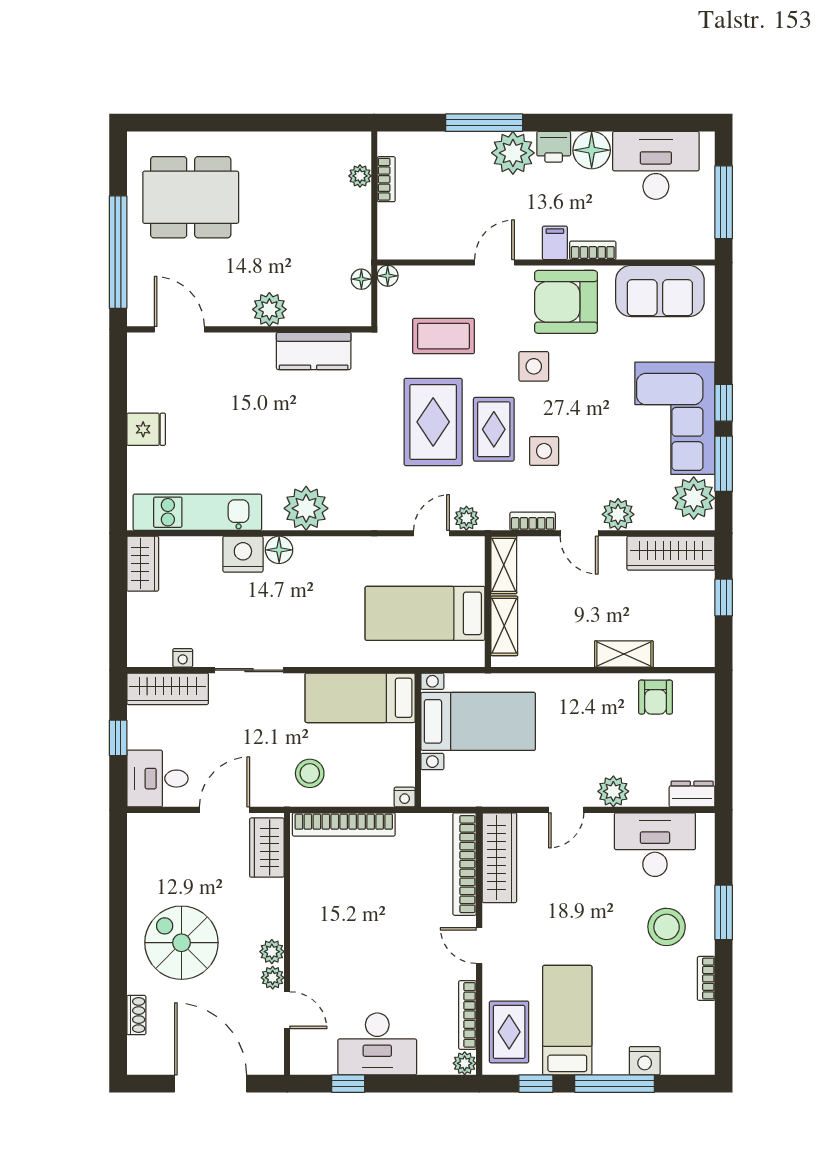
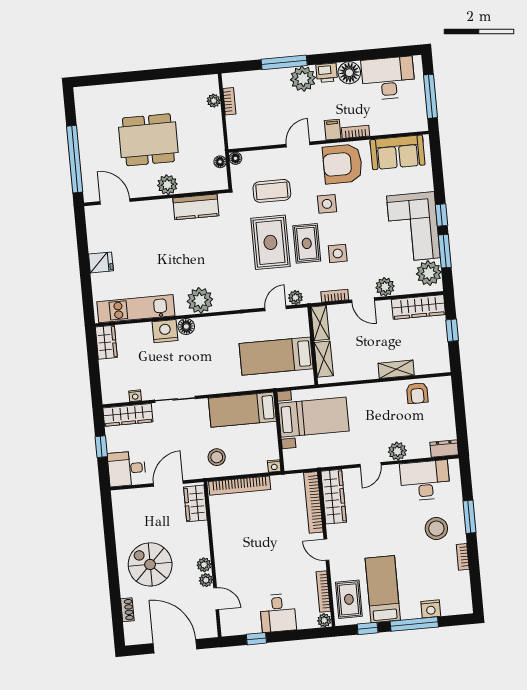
dining table: (191, 197) -> (148, 140), moved
desk: (377, 1044) -> (278, 613), width x0.73

